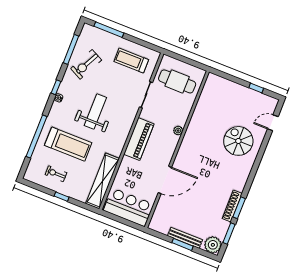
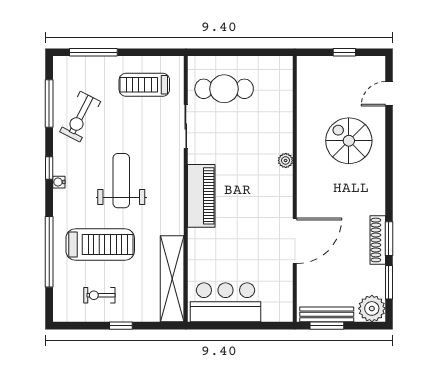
plant: (178, 131) -> (286, 160), moved
wall: (177, 149) -> (295, 189), moved
door: (165, 180) -> (295, 241), moved

